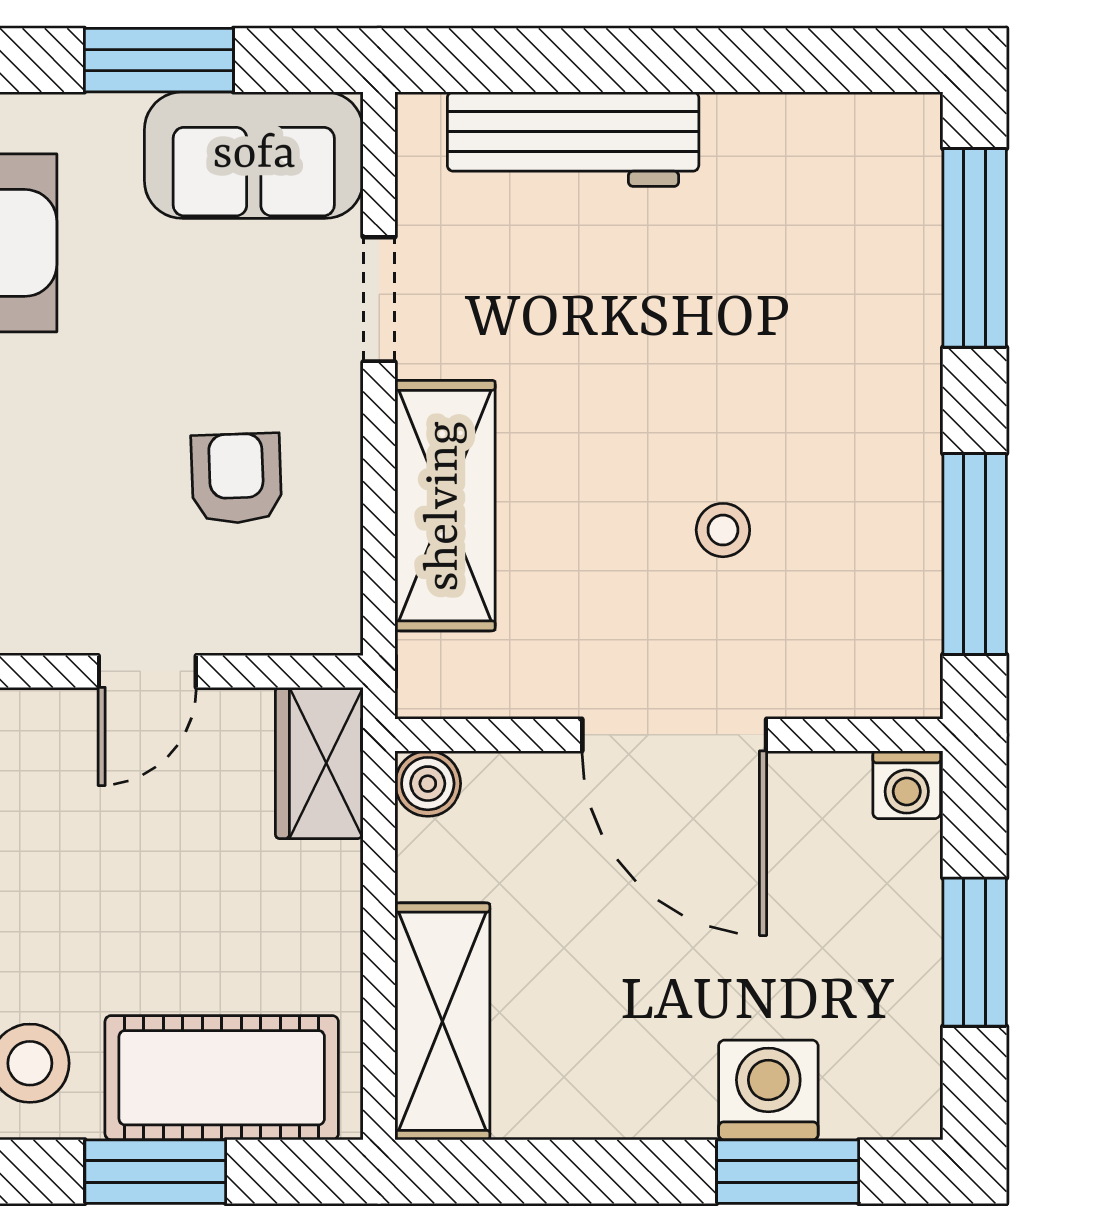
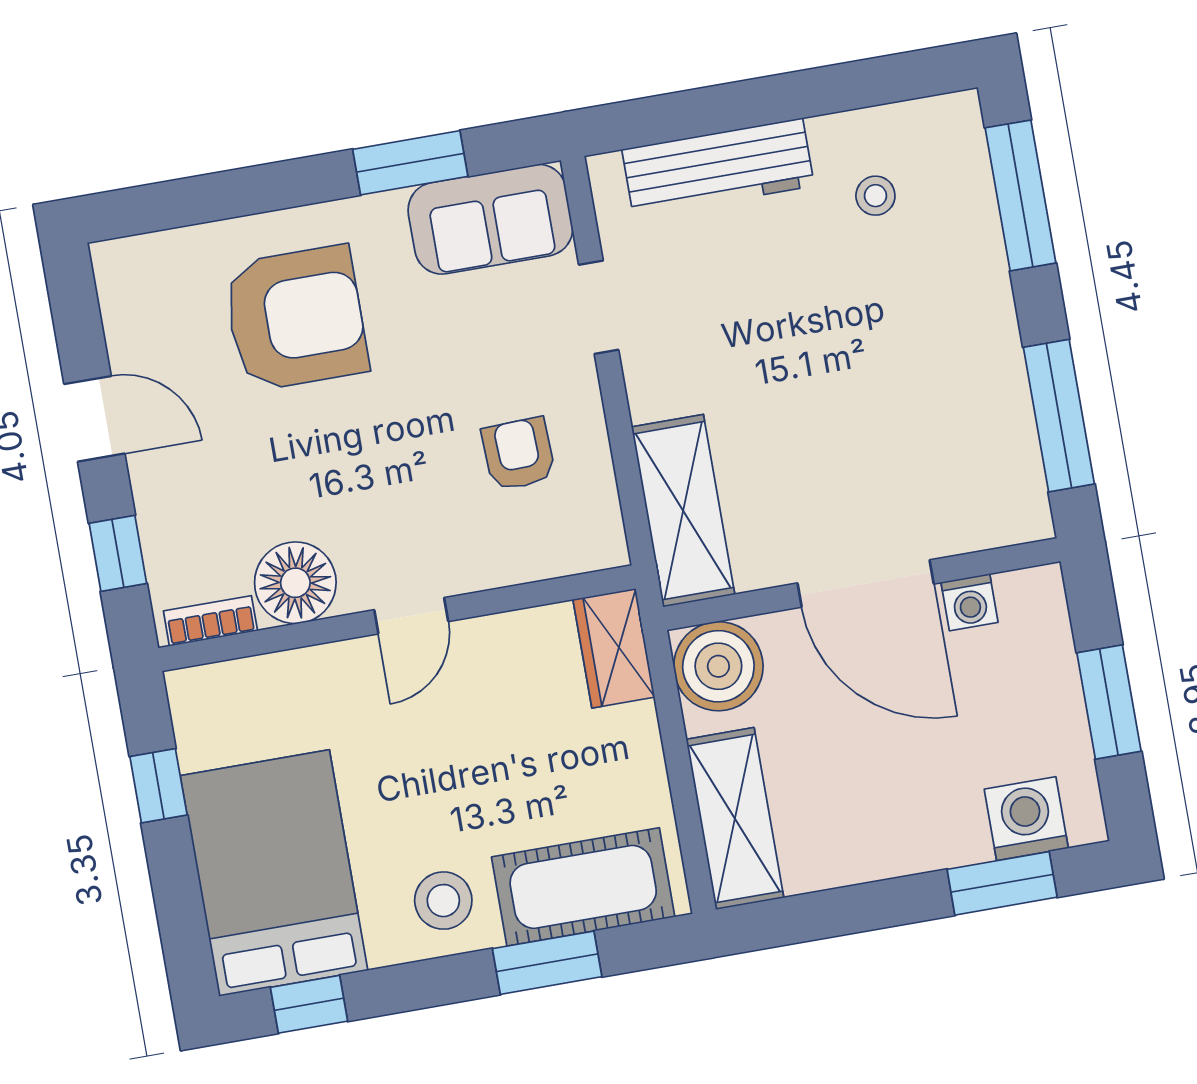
shelving: (445, 506) -> (683, 511), moved
stool: (723, 530) -> (875, 196), moved
door: (147, 671) -> (411, 616), moved
boiler: (428, 784) -> (718, 666), width x1.86, depth x1.86
washing machine: (907, 785) -> (970, 602), moved
washing machine: (768, 1090) -> (1026, 819), moved

